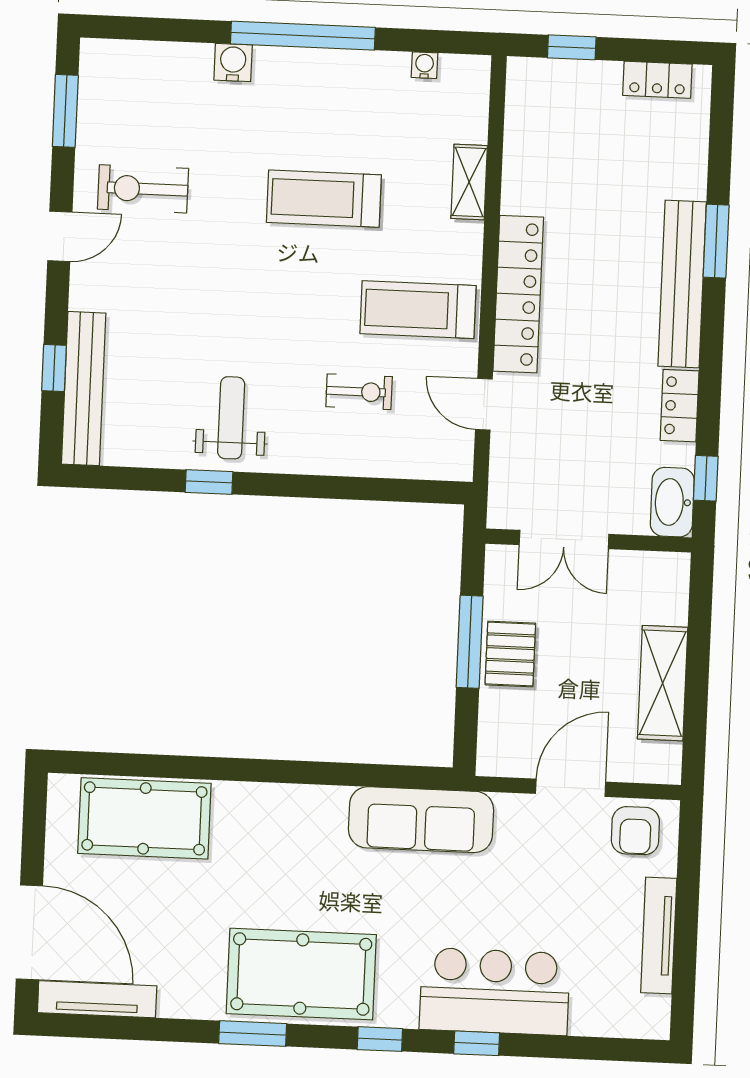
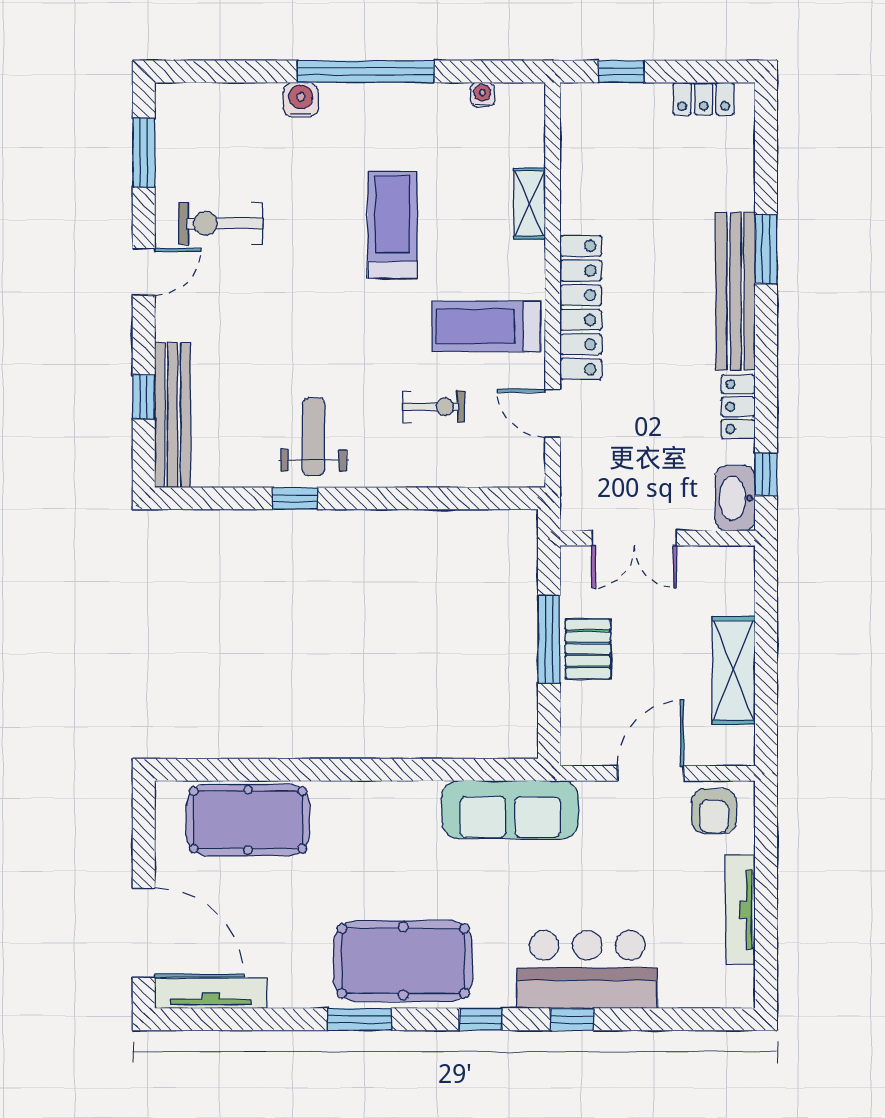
treadmill: (324, 199) -> (392, 225), turned 90

